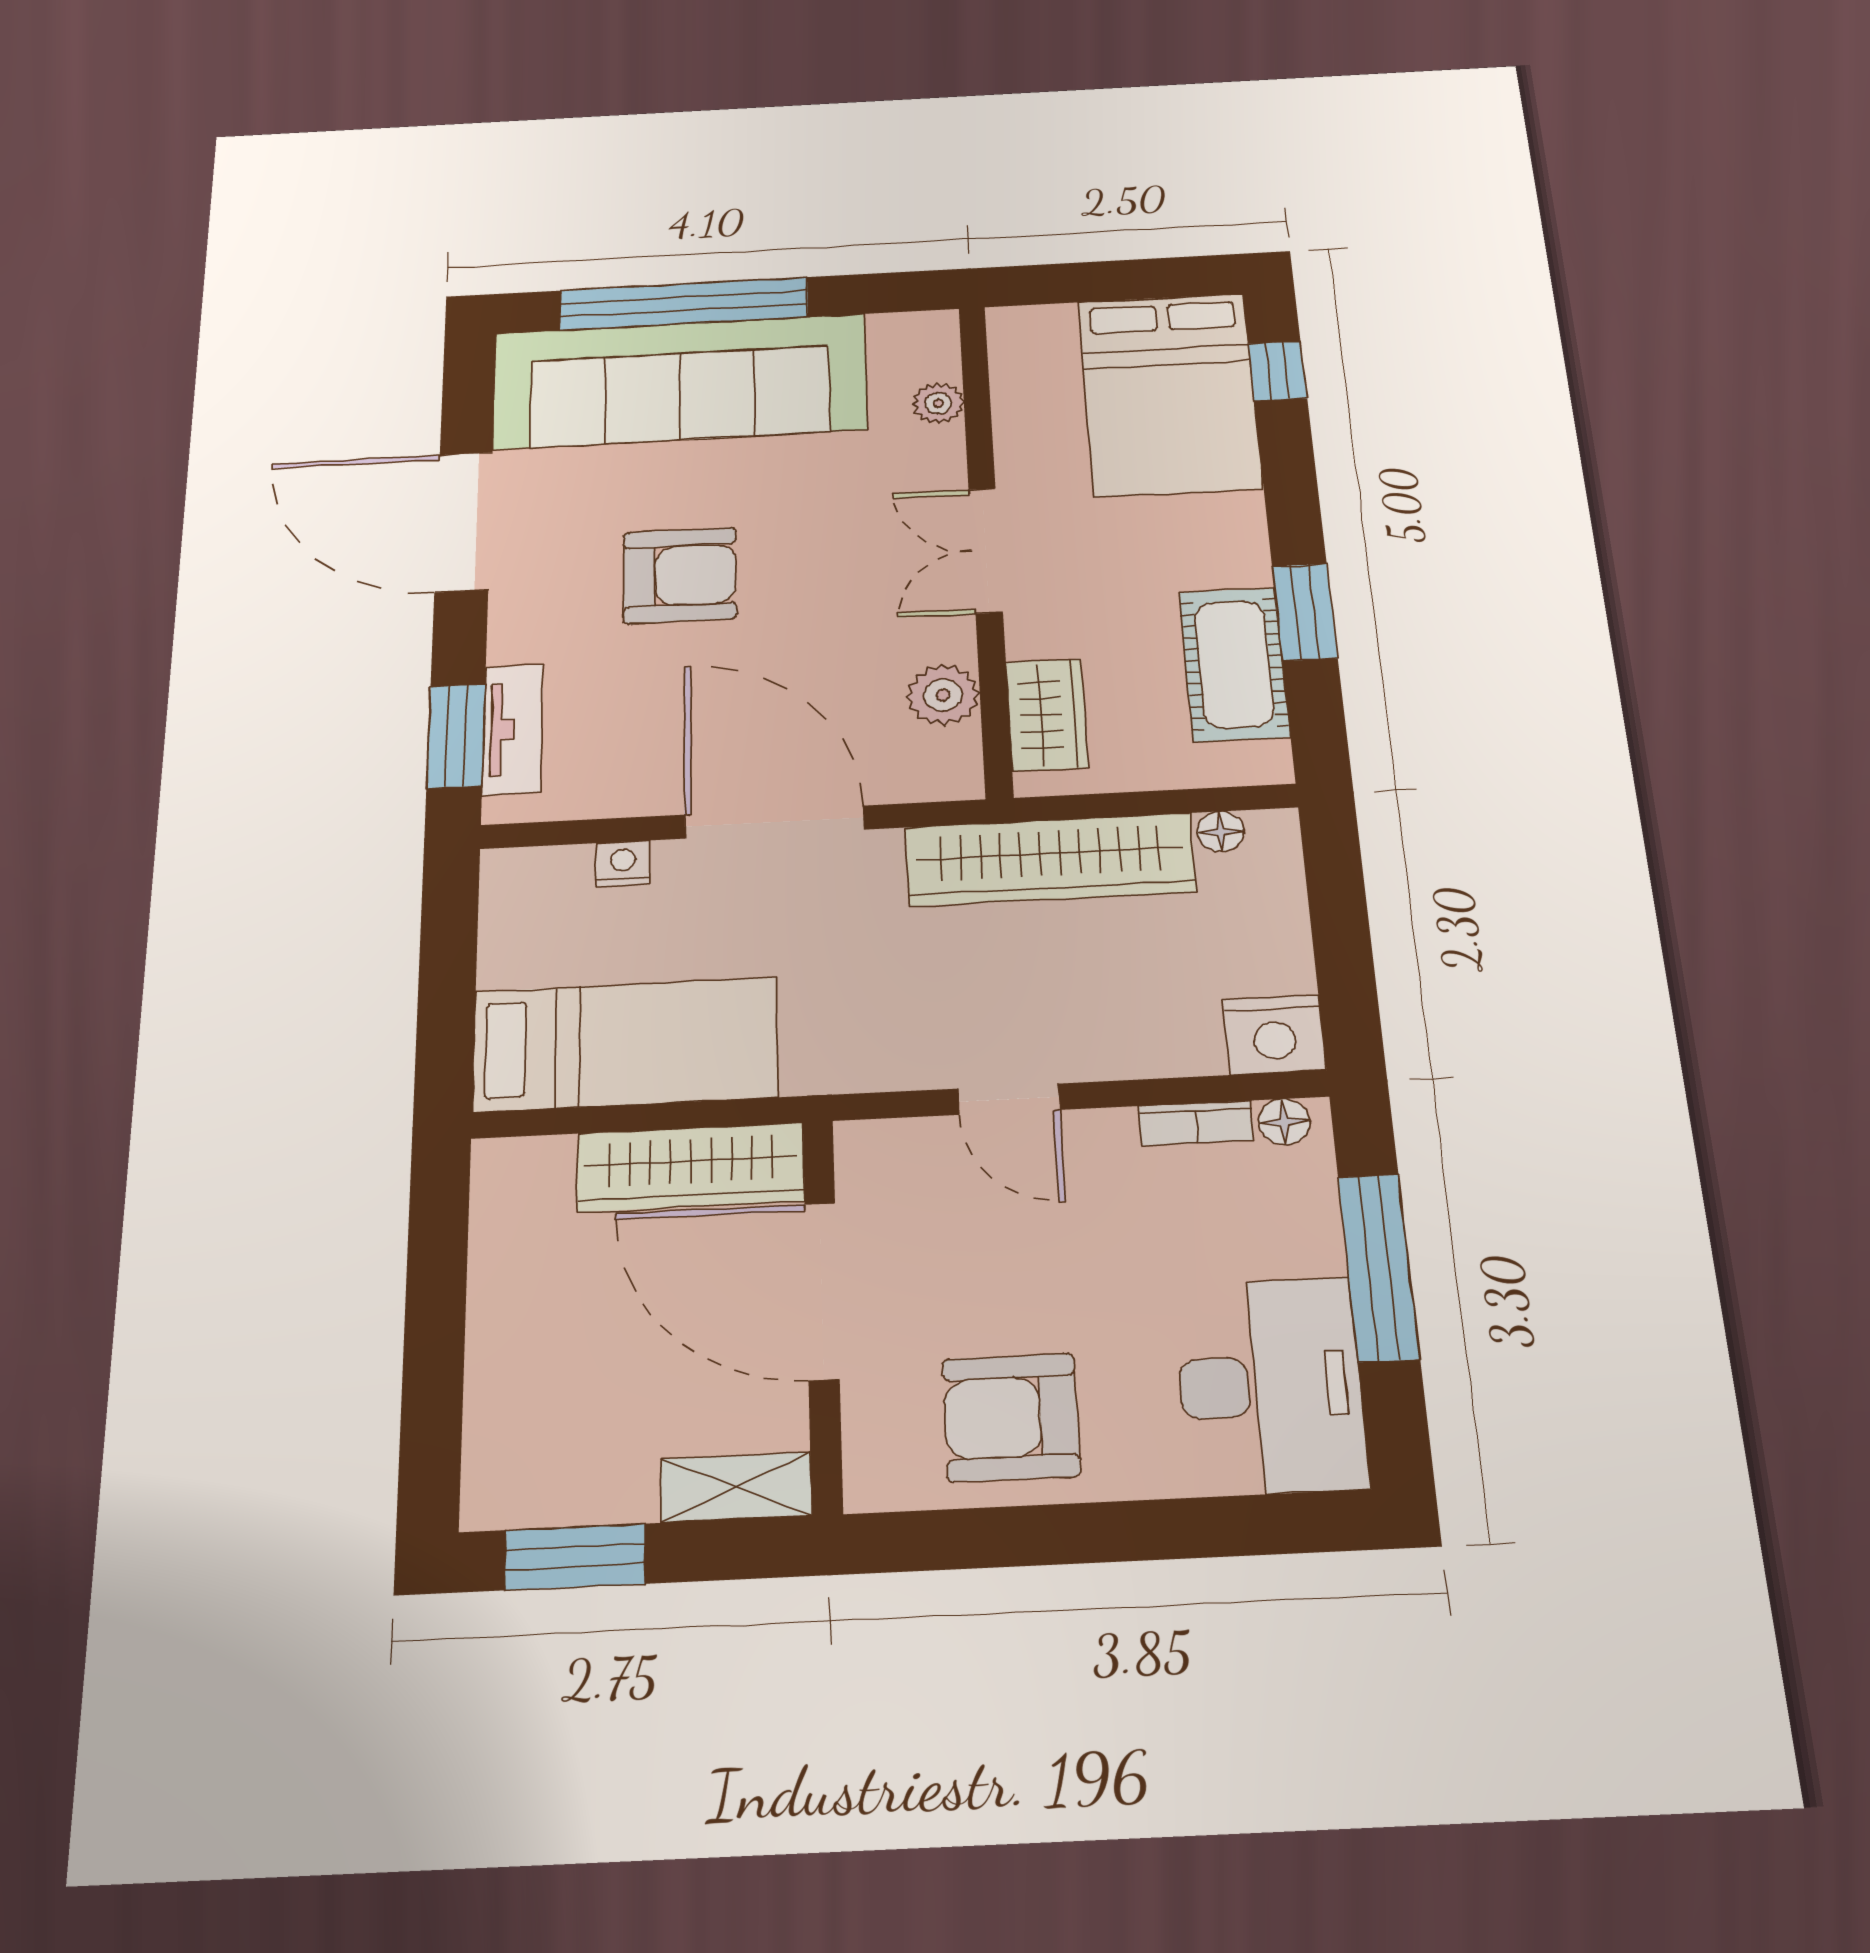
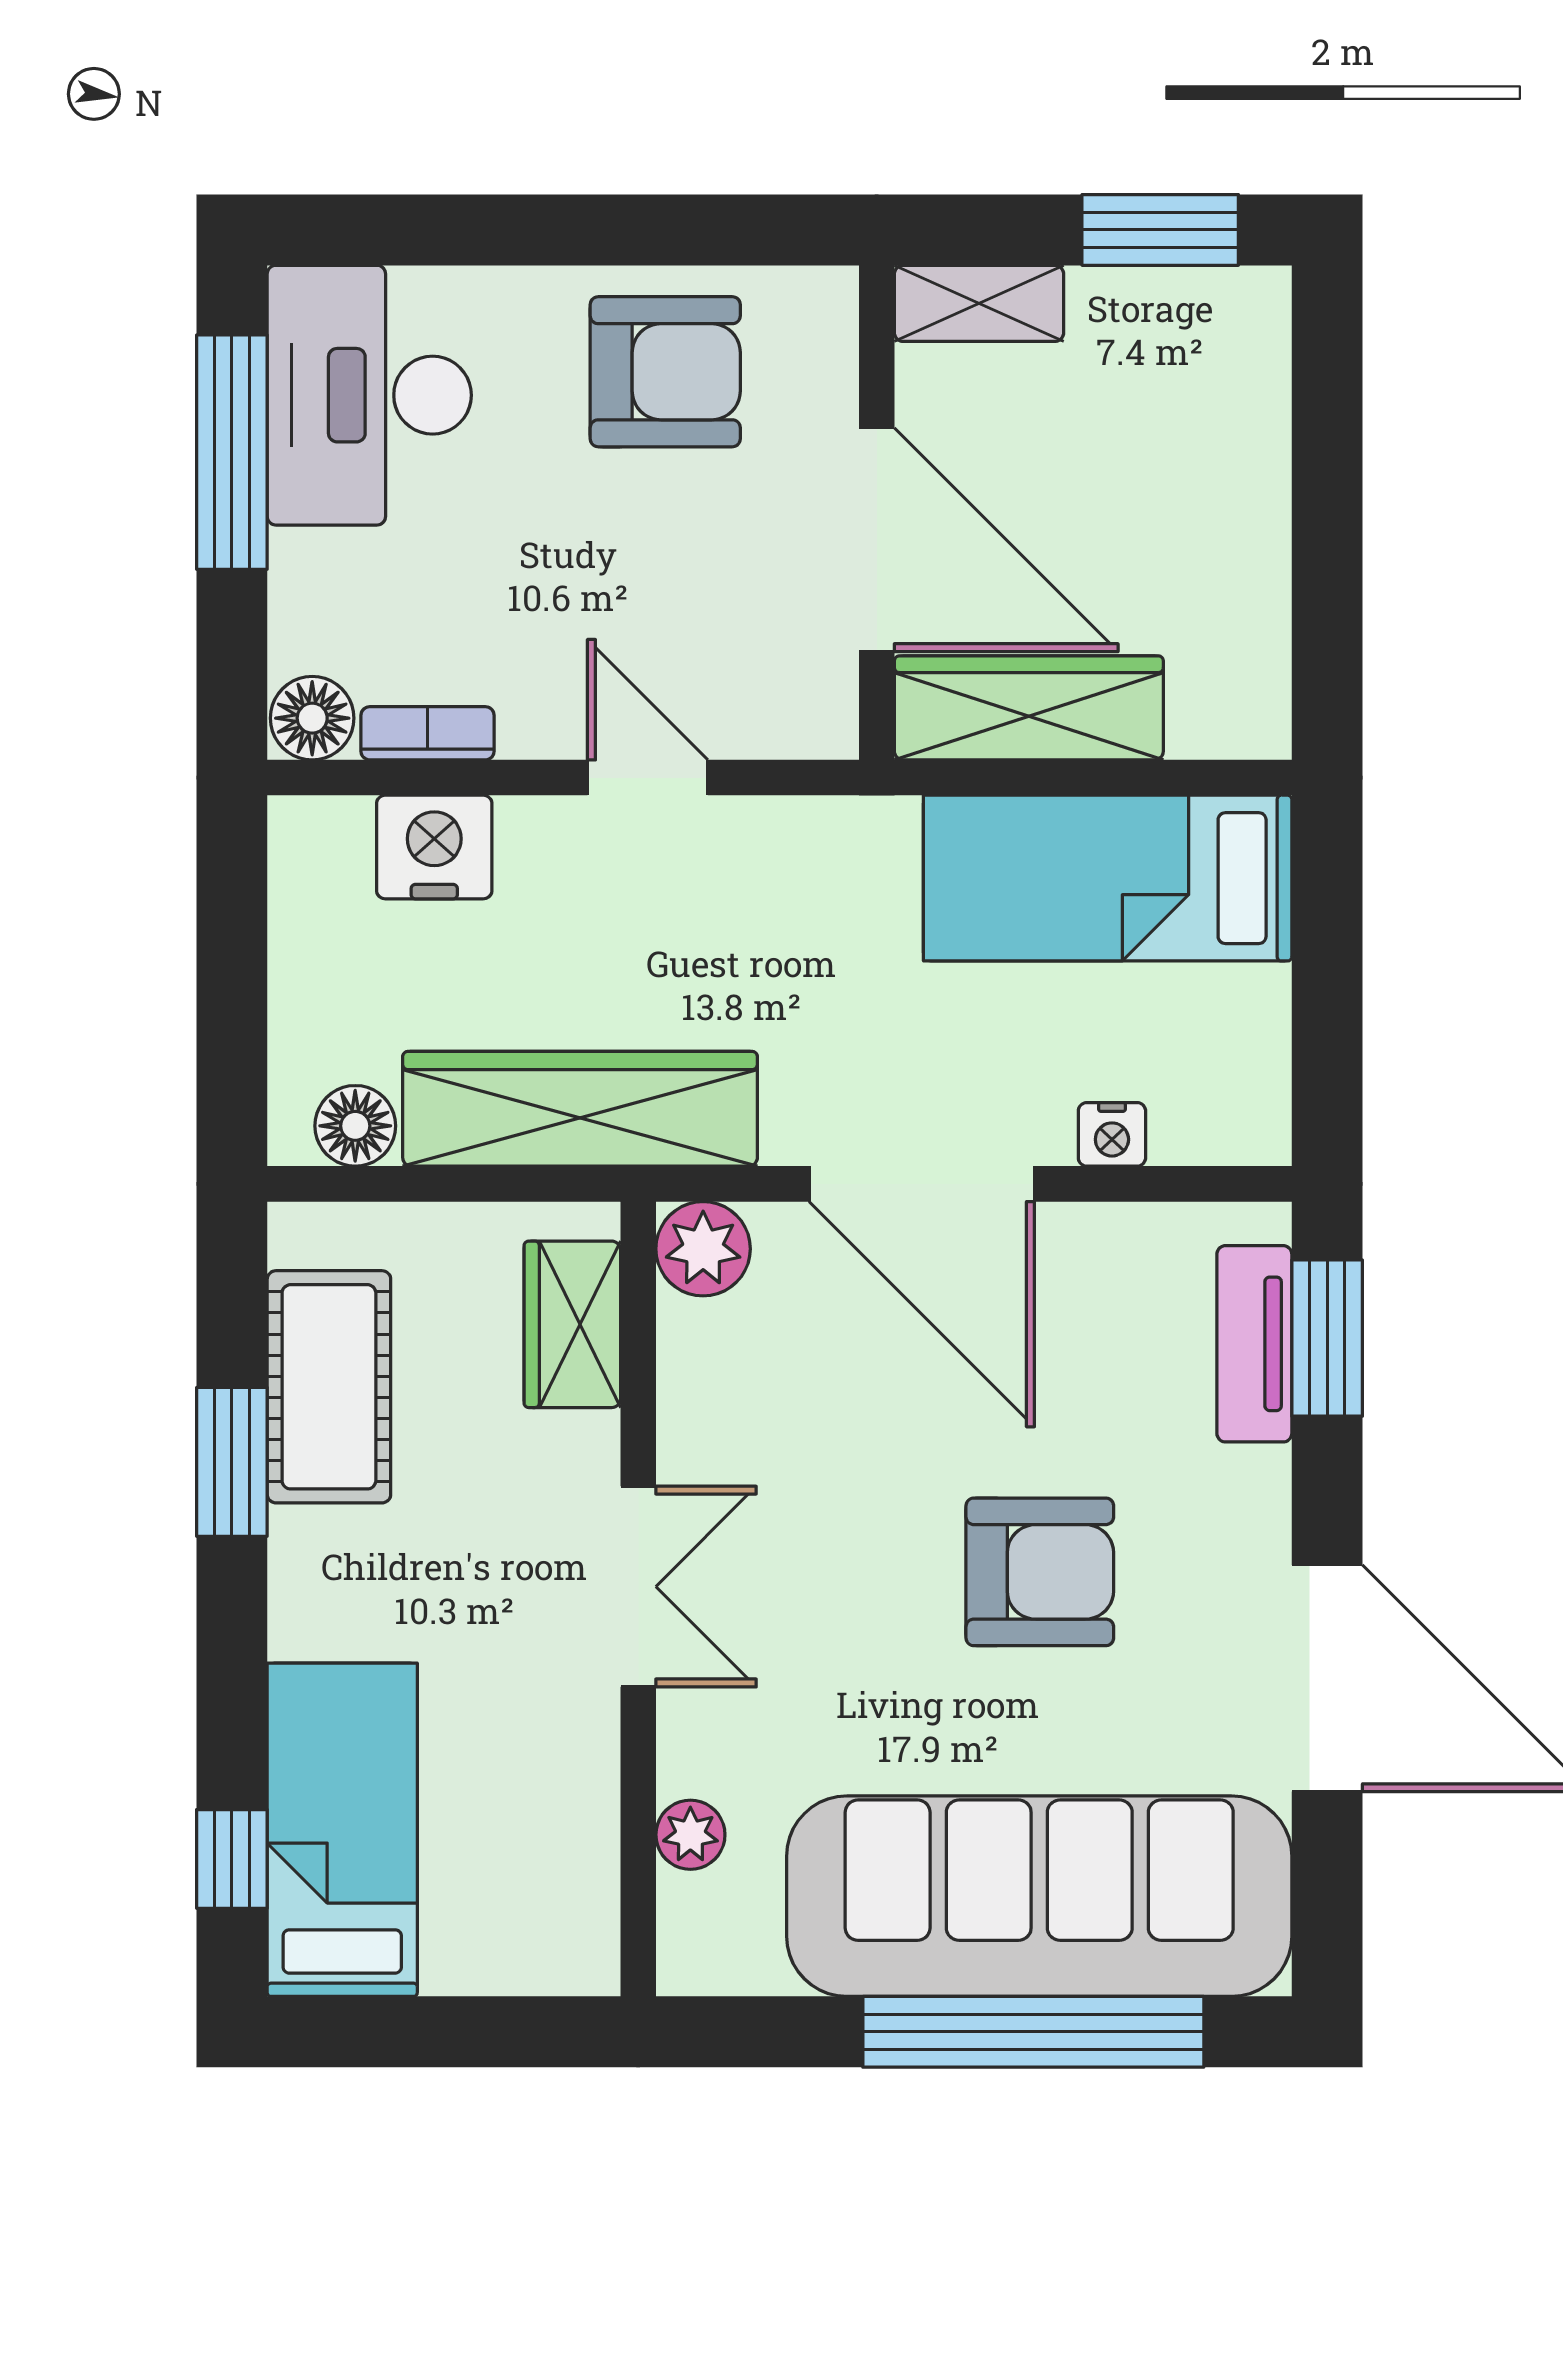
bed: (1169, 394) -> (342, 1830), width x0.67
armchair: (680, 575) -> (1040, 1572), turned 180
plant: (943, 695) -> (703, 1249), moved
floor lamp: (1221, 832) -> (355, 1126), width x1.37, depth x1.37
nightstand: (1274, 1035) -> (434, 847), moved
floor lamp: (1284, 1122) -> (312, 718), width x1.37, depth x1.37
window: (1378, 1267) -> (232, 452), moved

